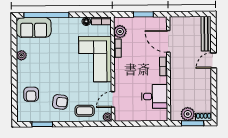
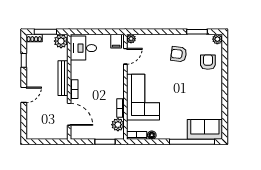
window: (143, 14) -> (105, 142), moved
bench: (206, 34) -> (63, 78), moved
plant: (21, 55) -> (217, 39), moved
window: (214, 95) -> (24, 60), added
desk: (155, 96) -> (83, 48), moved
coffee table: (85, 111) -> (154, 45), removed
filing cabinet: (122, 114) -> (116, 41), added
plant: (188, 114) -> (61, 41), moved

